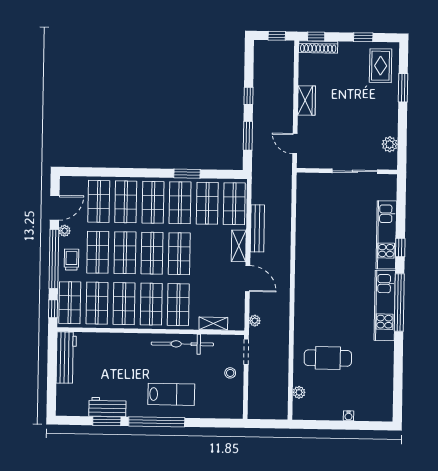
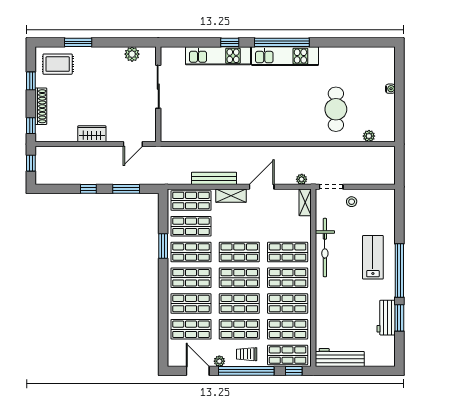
shoe rack: (318, 47) -> (41, 106), moved
shelving: (213, 324) -> (305, 202), moved

